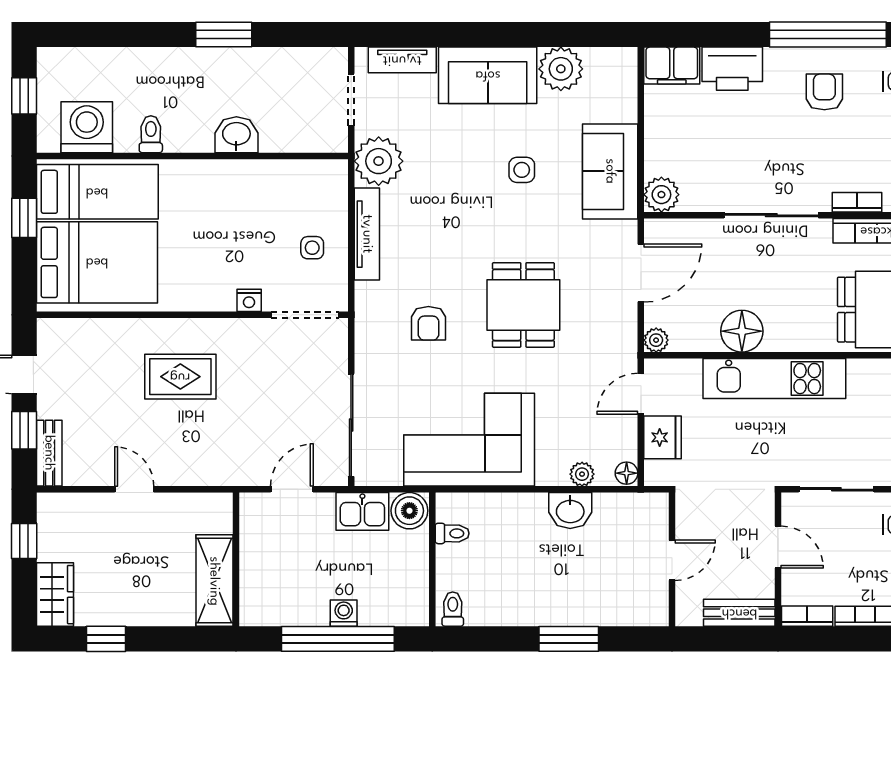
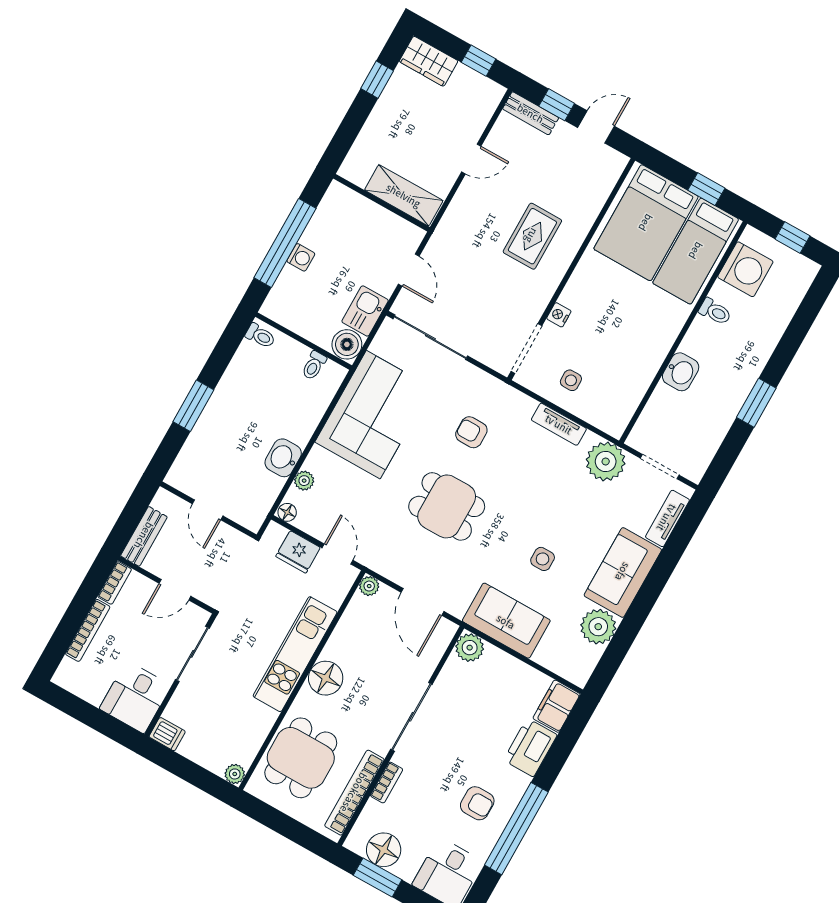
tv unit: (367, 234) -> (559, 424), width x0.71
floor lamp: (742, 331) -> (326, 678), moved
shelving: (214, 581) -> (404, 195), moved

